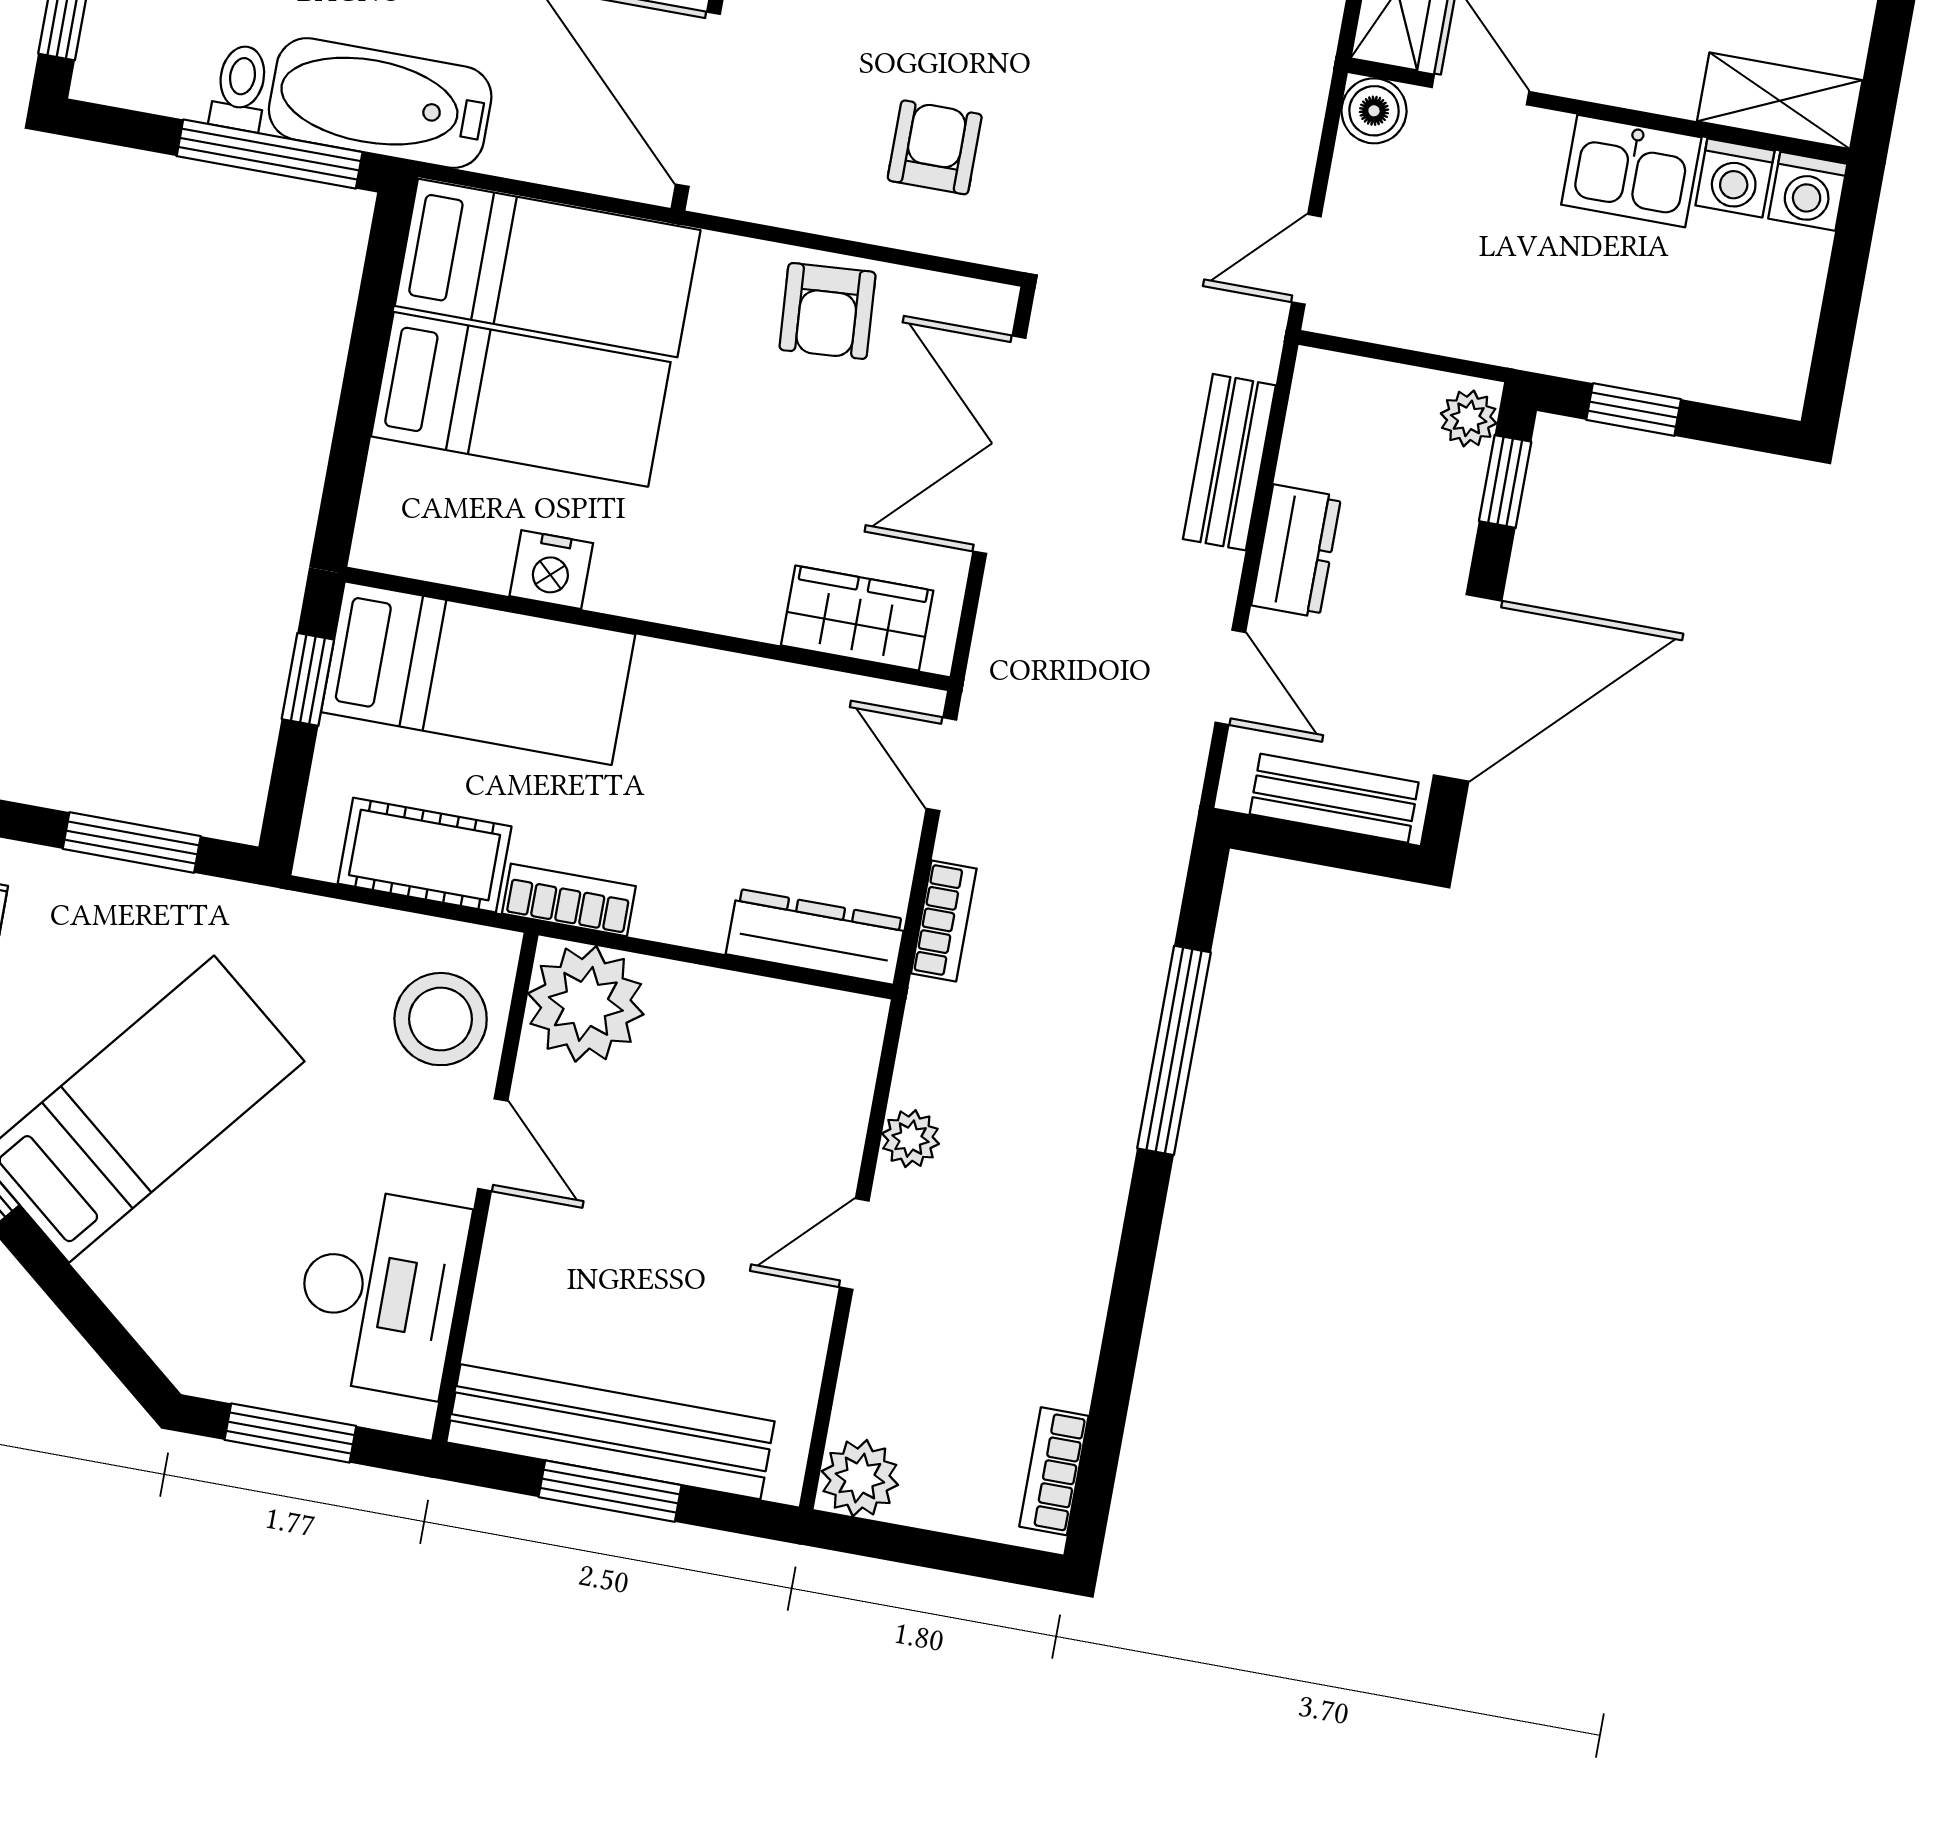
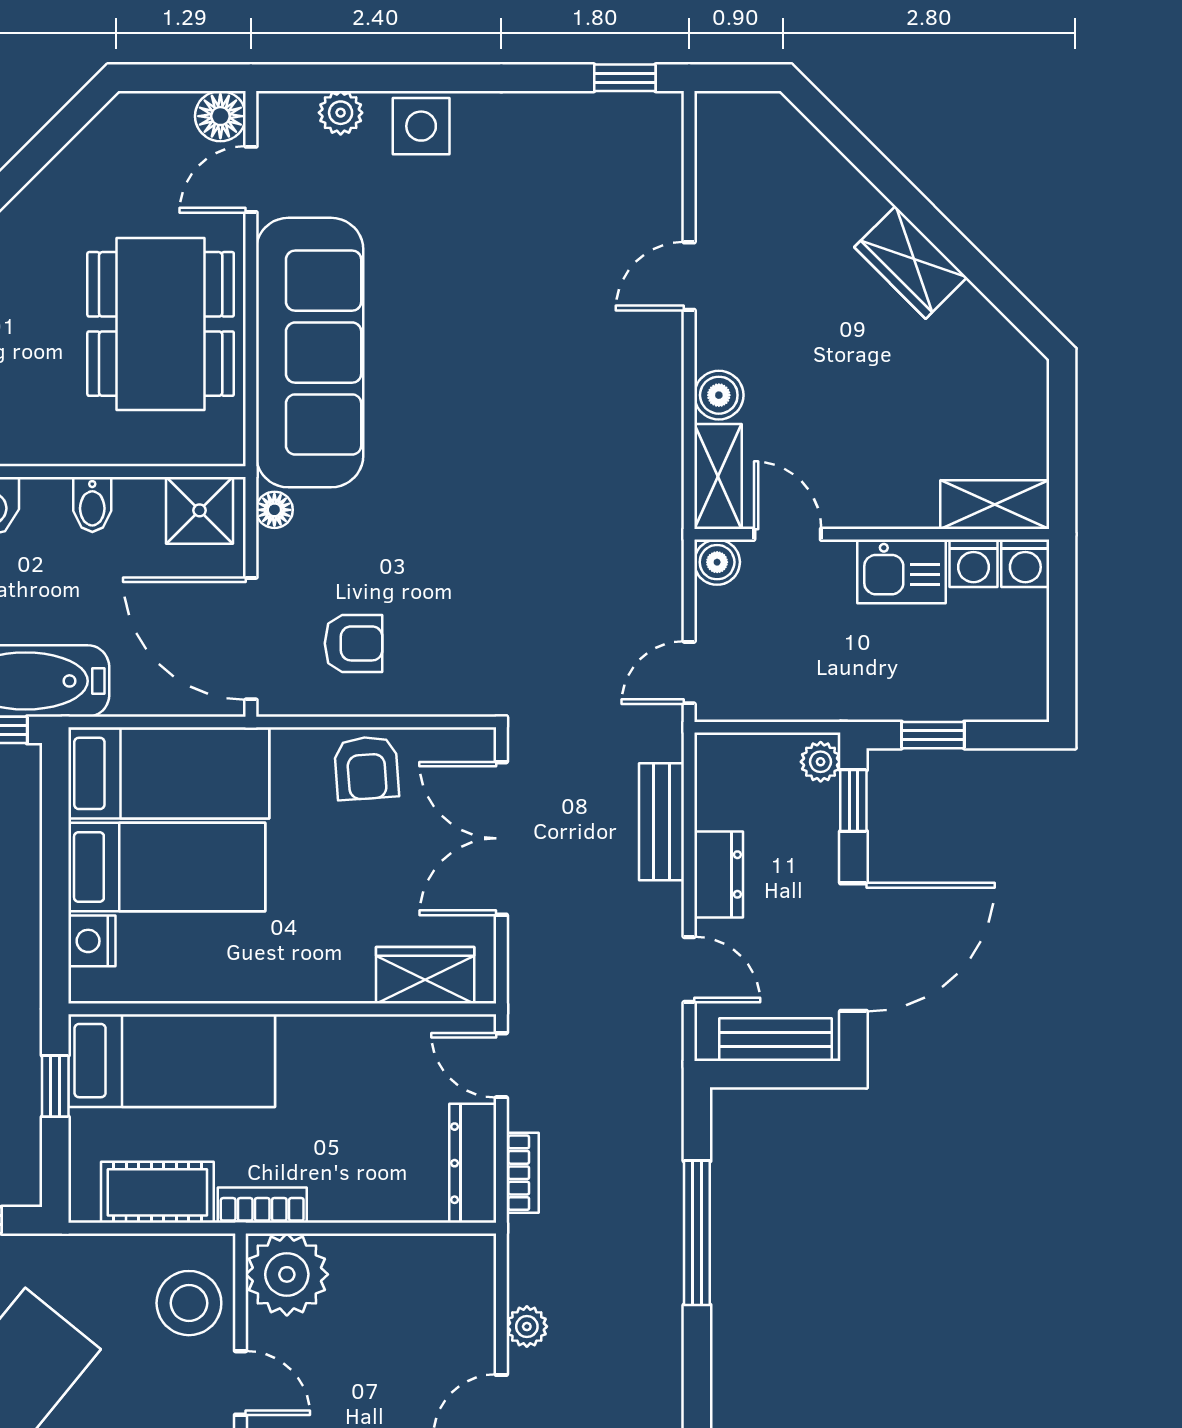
armchair: (935, 147) -> (354, 643), moved, turned 90
nightstand: (551, 570) -> (92, 941), moved, turned 90
dresser: (816, 937) -> (473, 1163), moved, turned -90

